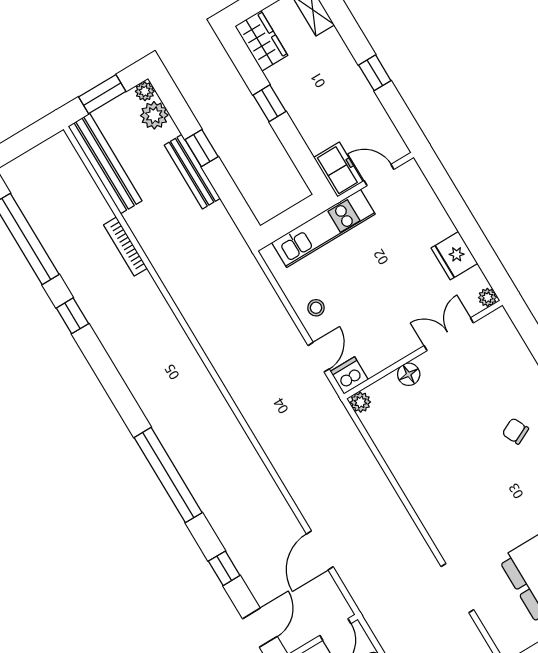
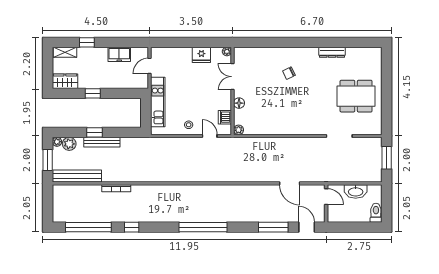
window: (375, 73) -> (87, 42), moved
freezer: (338, 170) -> (119, 54), moved, turned 180
dishwasher: (349, 376) -> (225, 117), moved
window: (168, 475) -> (203, 227), moved
window: (224, 568) -> (273, 227), width x2.17

